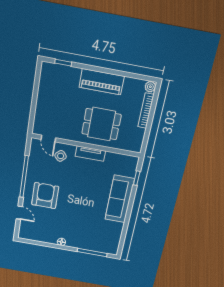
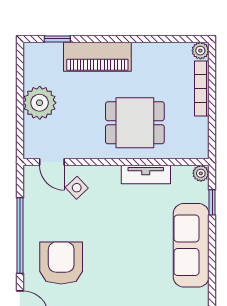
piano: (102, 82) -> (97, 57), moved
plant: (46, 101) -> (40, 103), added
tv unit: (90, 154) -> (146, 175), moved
plant: (134, 161) -> (201, 173), added

